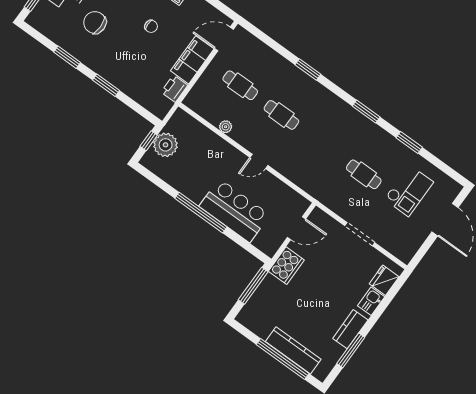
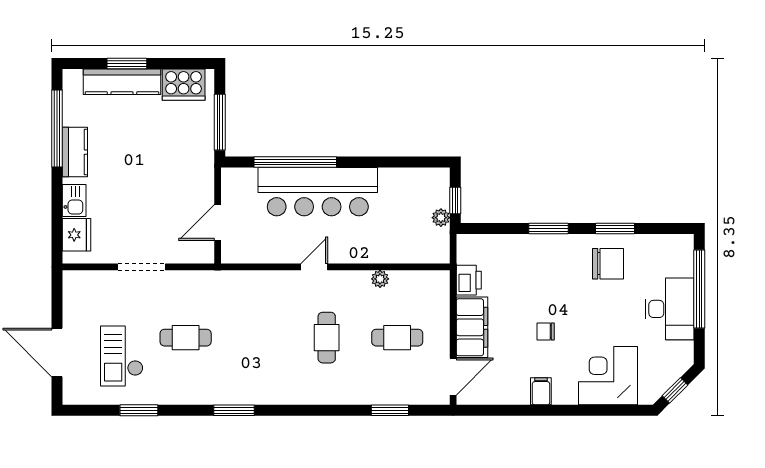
chair: (95, 23) -> (608, 264), moved
window: (308, 69) -> (390, 410), moved
cafe table: (281, 115) -> (327, 338), turned 90
window: (409, 143) -> (139, 410), moved
plant: (166, 145) -> (441, 218), width x0.53, depth x0.53
bar counter: (234, 211) -> (318, 192), width x1.36
window: (201, 213) -> (295, 162), moved
cooker: (286, 266) -> (184, 85), moved, turned -90
window: (351, 350) -> (57, 129), width x1.46
window: (283, 359) -> (127, 64), width x0.47

